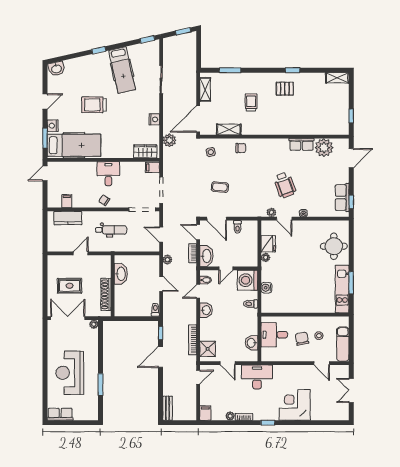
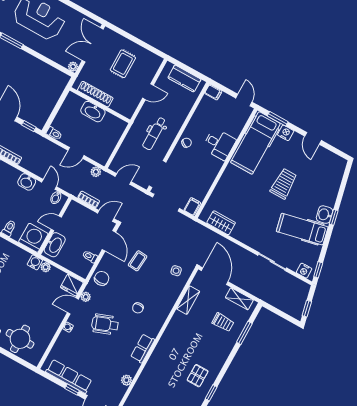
washbasin: (56, 69) -> (324, 215), moved
trolley: (251, 102) -> (223, 322), moved
nightstand: (154, 119) -> (304, 271), moved
plant: (169, 140) -> (209, 237), removed
row of seats: (301, 144) -> (143, 348), moved
chair: (241, 148) -> (138, 308), moved
plant: (324, 148) -> (126, 380), width x0.53, depth x0.53
wardrobe: (145, 151) -> (221, 223), moved, turned -90
desk: (108, 174) -> (219, 144), moved
row of seats: (342, 197) -> (69, 376), width x1.48
filing cabinet: (67, 201) -> (213, 92), moved
window: (351, 202) -> (72, 390), moved
chair: (250, 208) -> (102, 278), added
kitchen counter: (68, 218) -> (184, 79), moved, turned -90
door: (217, 219) -> (109, 241), swing flipped
fridge: (268, 244) -> (72, 285), moved
door: (81, 253) -> (148, 92), hinge flipped
washbasin: (206, 256) -> (55, 245), moved, turned -90
door: (226, 268) -> (56, 223), hinge flipped
washbasin: (121, 274) -> (93, 112), moved
water cooler: (266, 288) -> (35, 262), moved
double door: (68, 318) -> (93, 45), swing flipped

